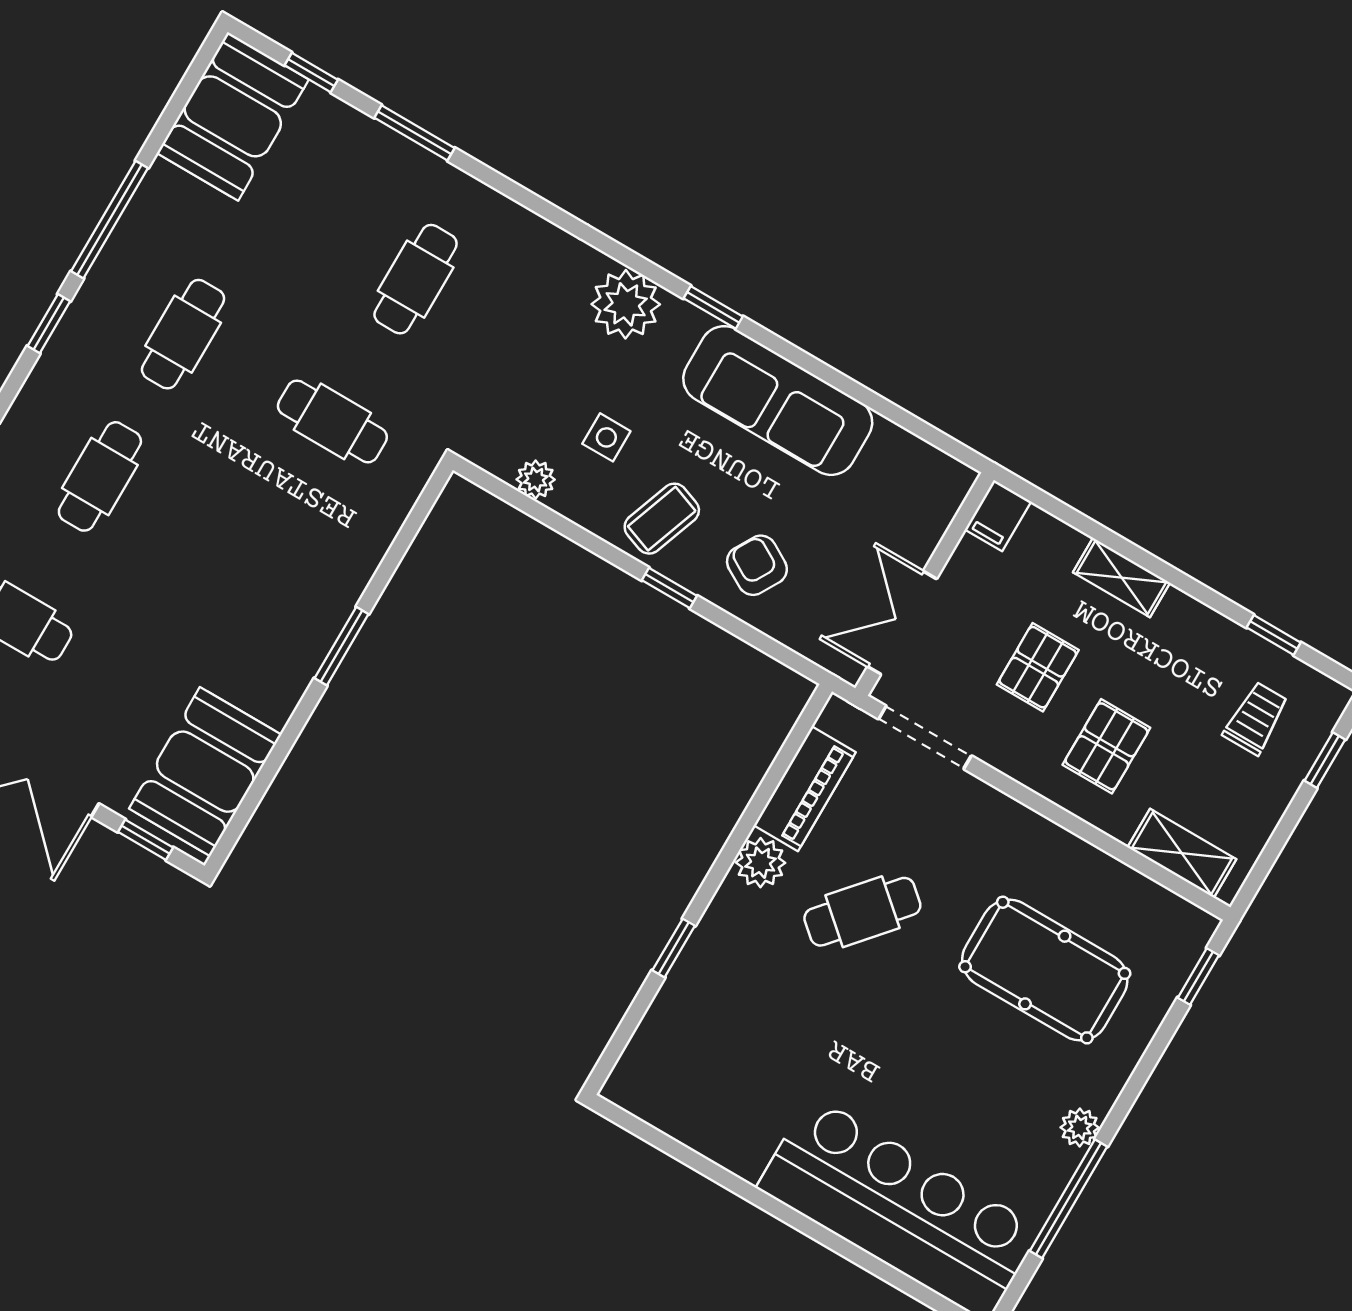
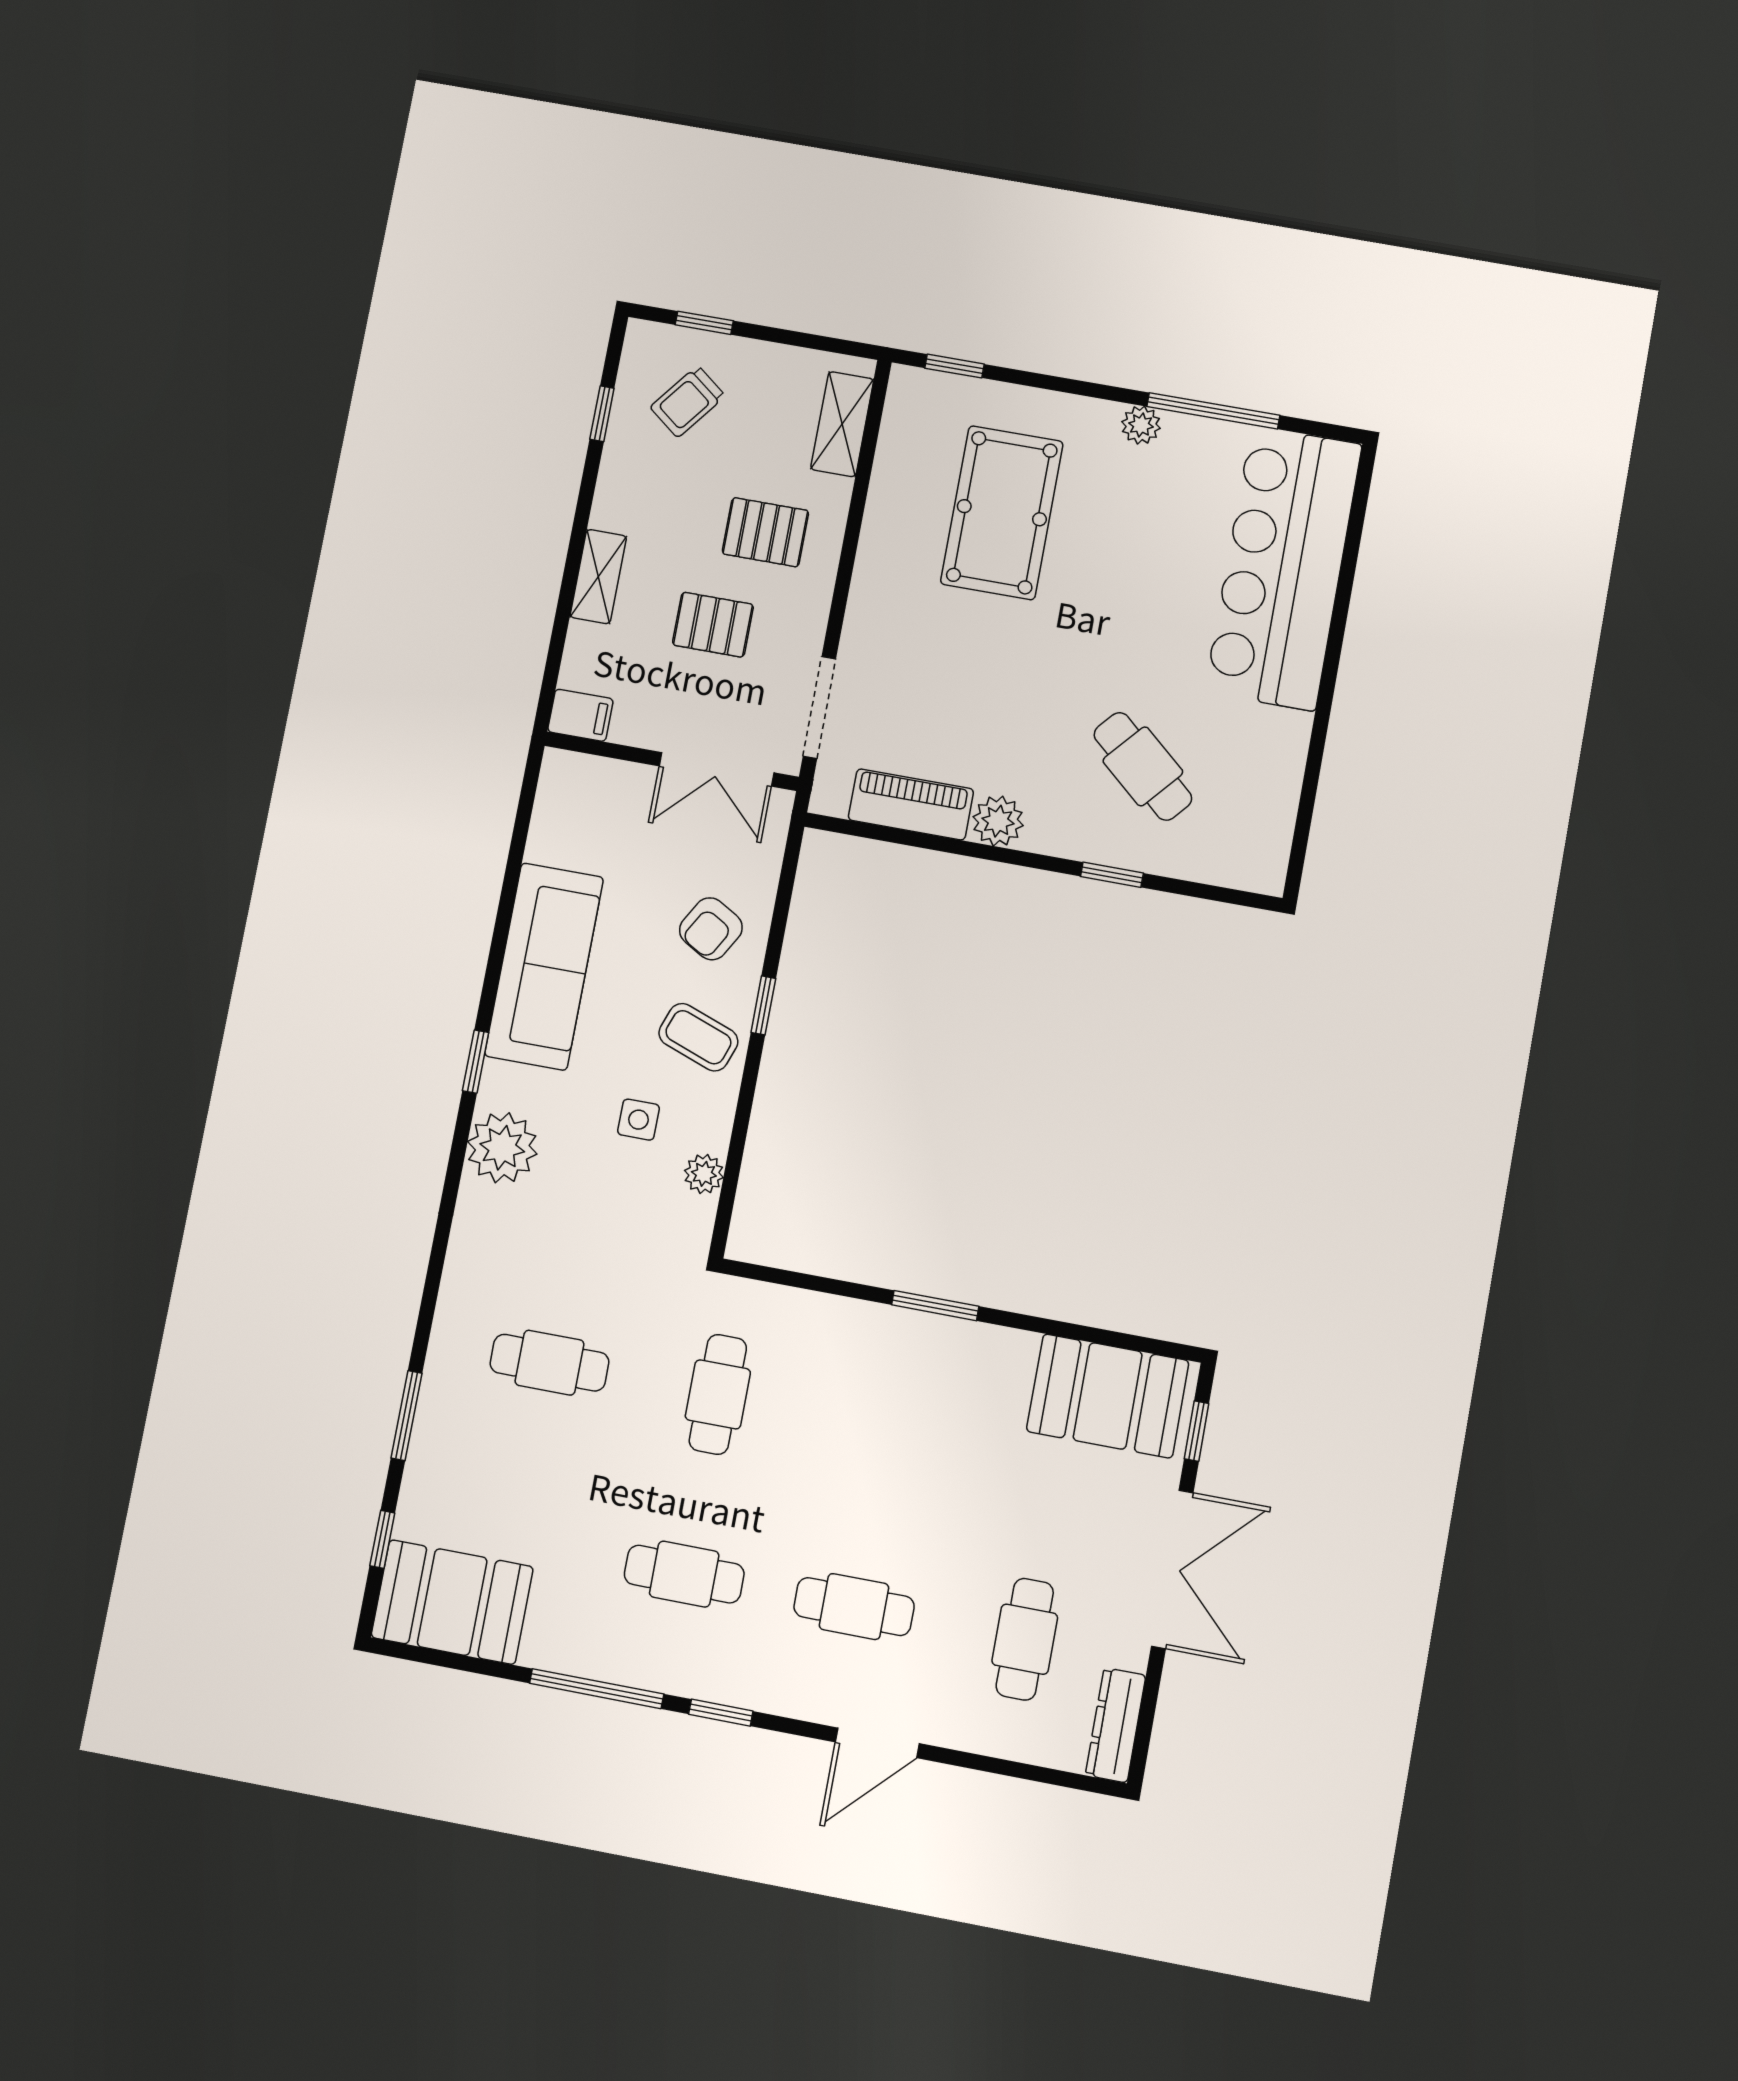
trolley: (1256, 718) -> (688, 402), turned -52
cafe table: (862, 912) -> (1143, 766), moved

